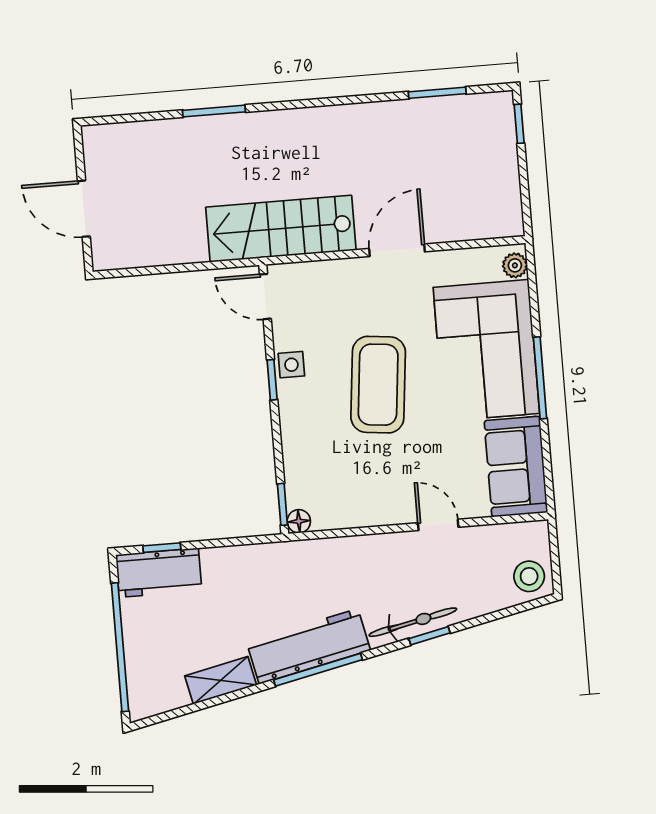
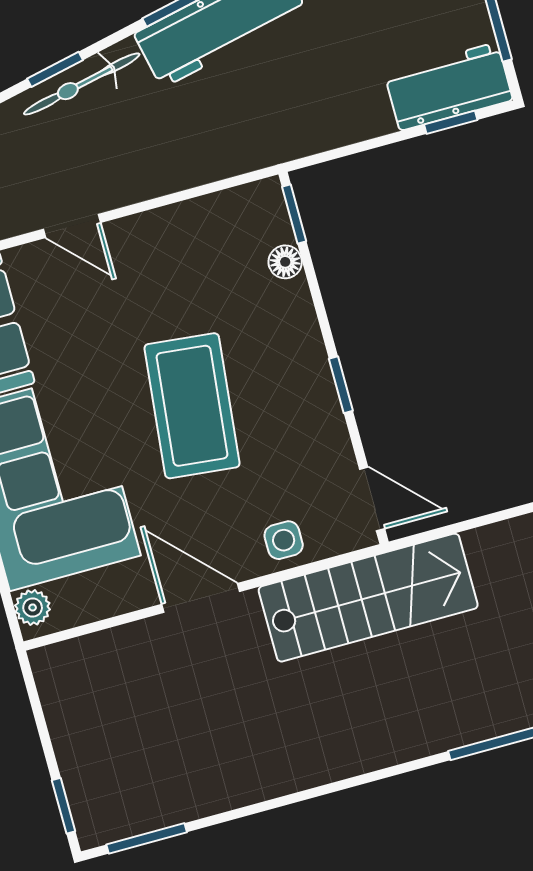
window: (437, 93) -> (147, 838), moved
door: (397, 250) -> (201, 598), swing flipped
side table: (291, 365) -> (284, 540), moved
floor lamp: (299, 521) -> (285, 262), moved

